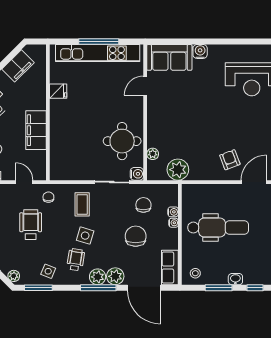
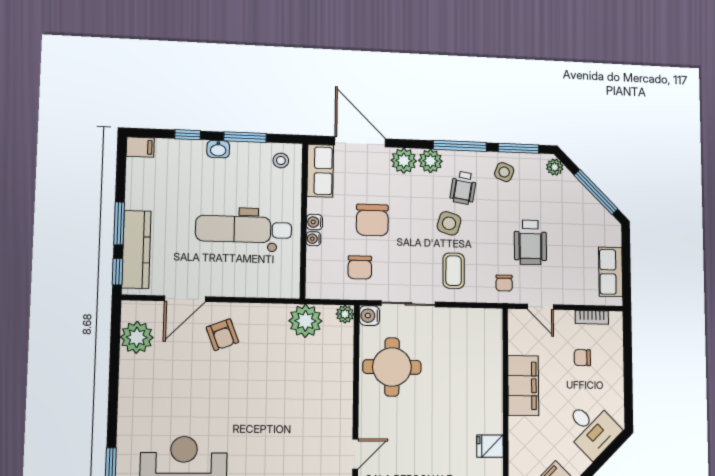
plant: (153, 154) -> (345, 314), moved
water cooler: (173, 212) -> (314, 222), moved
window: (98, 288) -> (460, 146), moved

